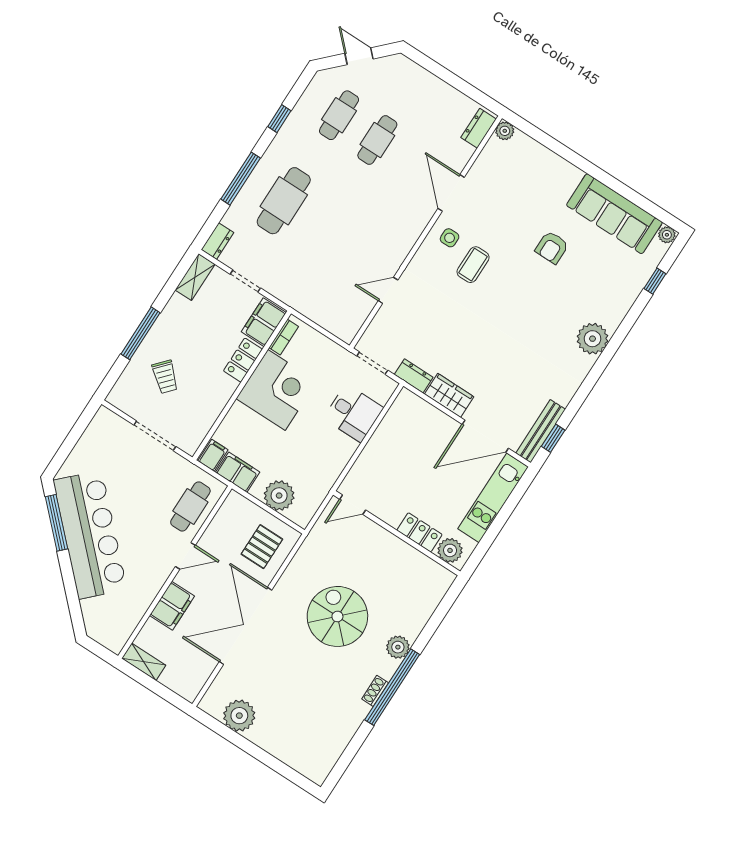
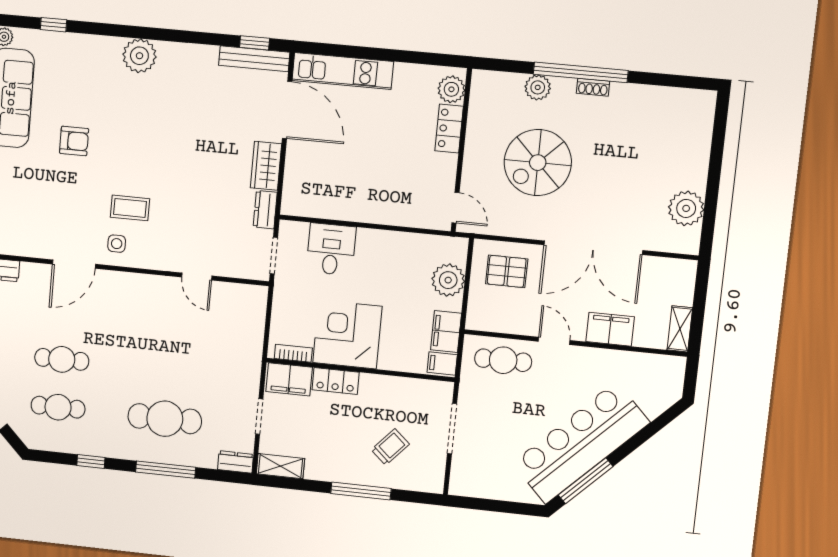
door: (353, 505) -> (456, 208), moved
locker: (419, 532) -> (449, 128), moved
wall: (397, 533) -> (461, 150), moved
plant: (450, 550) -> (451, 89), moved

